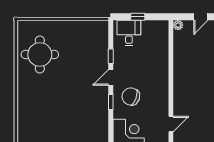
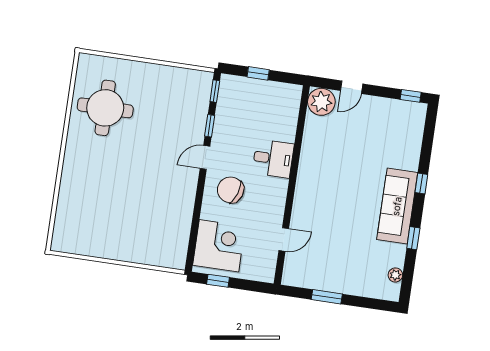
plant: (178, 25) -> (321, 102), width x1.87, depth x1.87
desk: (129, 33) -> (273, 159), moved, turned 90
window: (111, 102) -> (215, 91), moved

